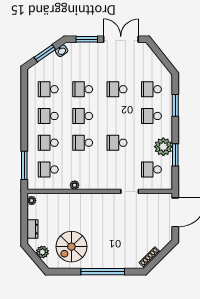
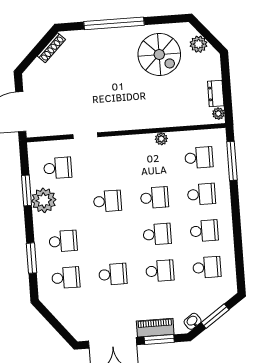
piano: (89, 48) -> (155, 328), added
dresser: (33, 229) -> (216, 94), moved
spiral stairs: (71, 247) -> (159, 54), turned 90

